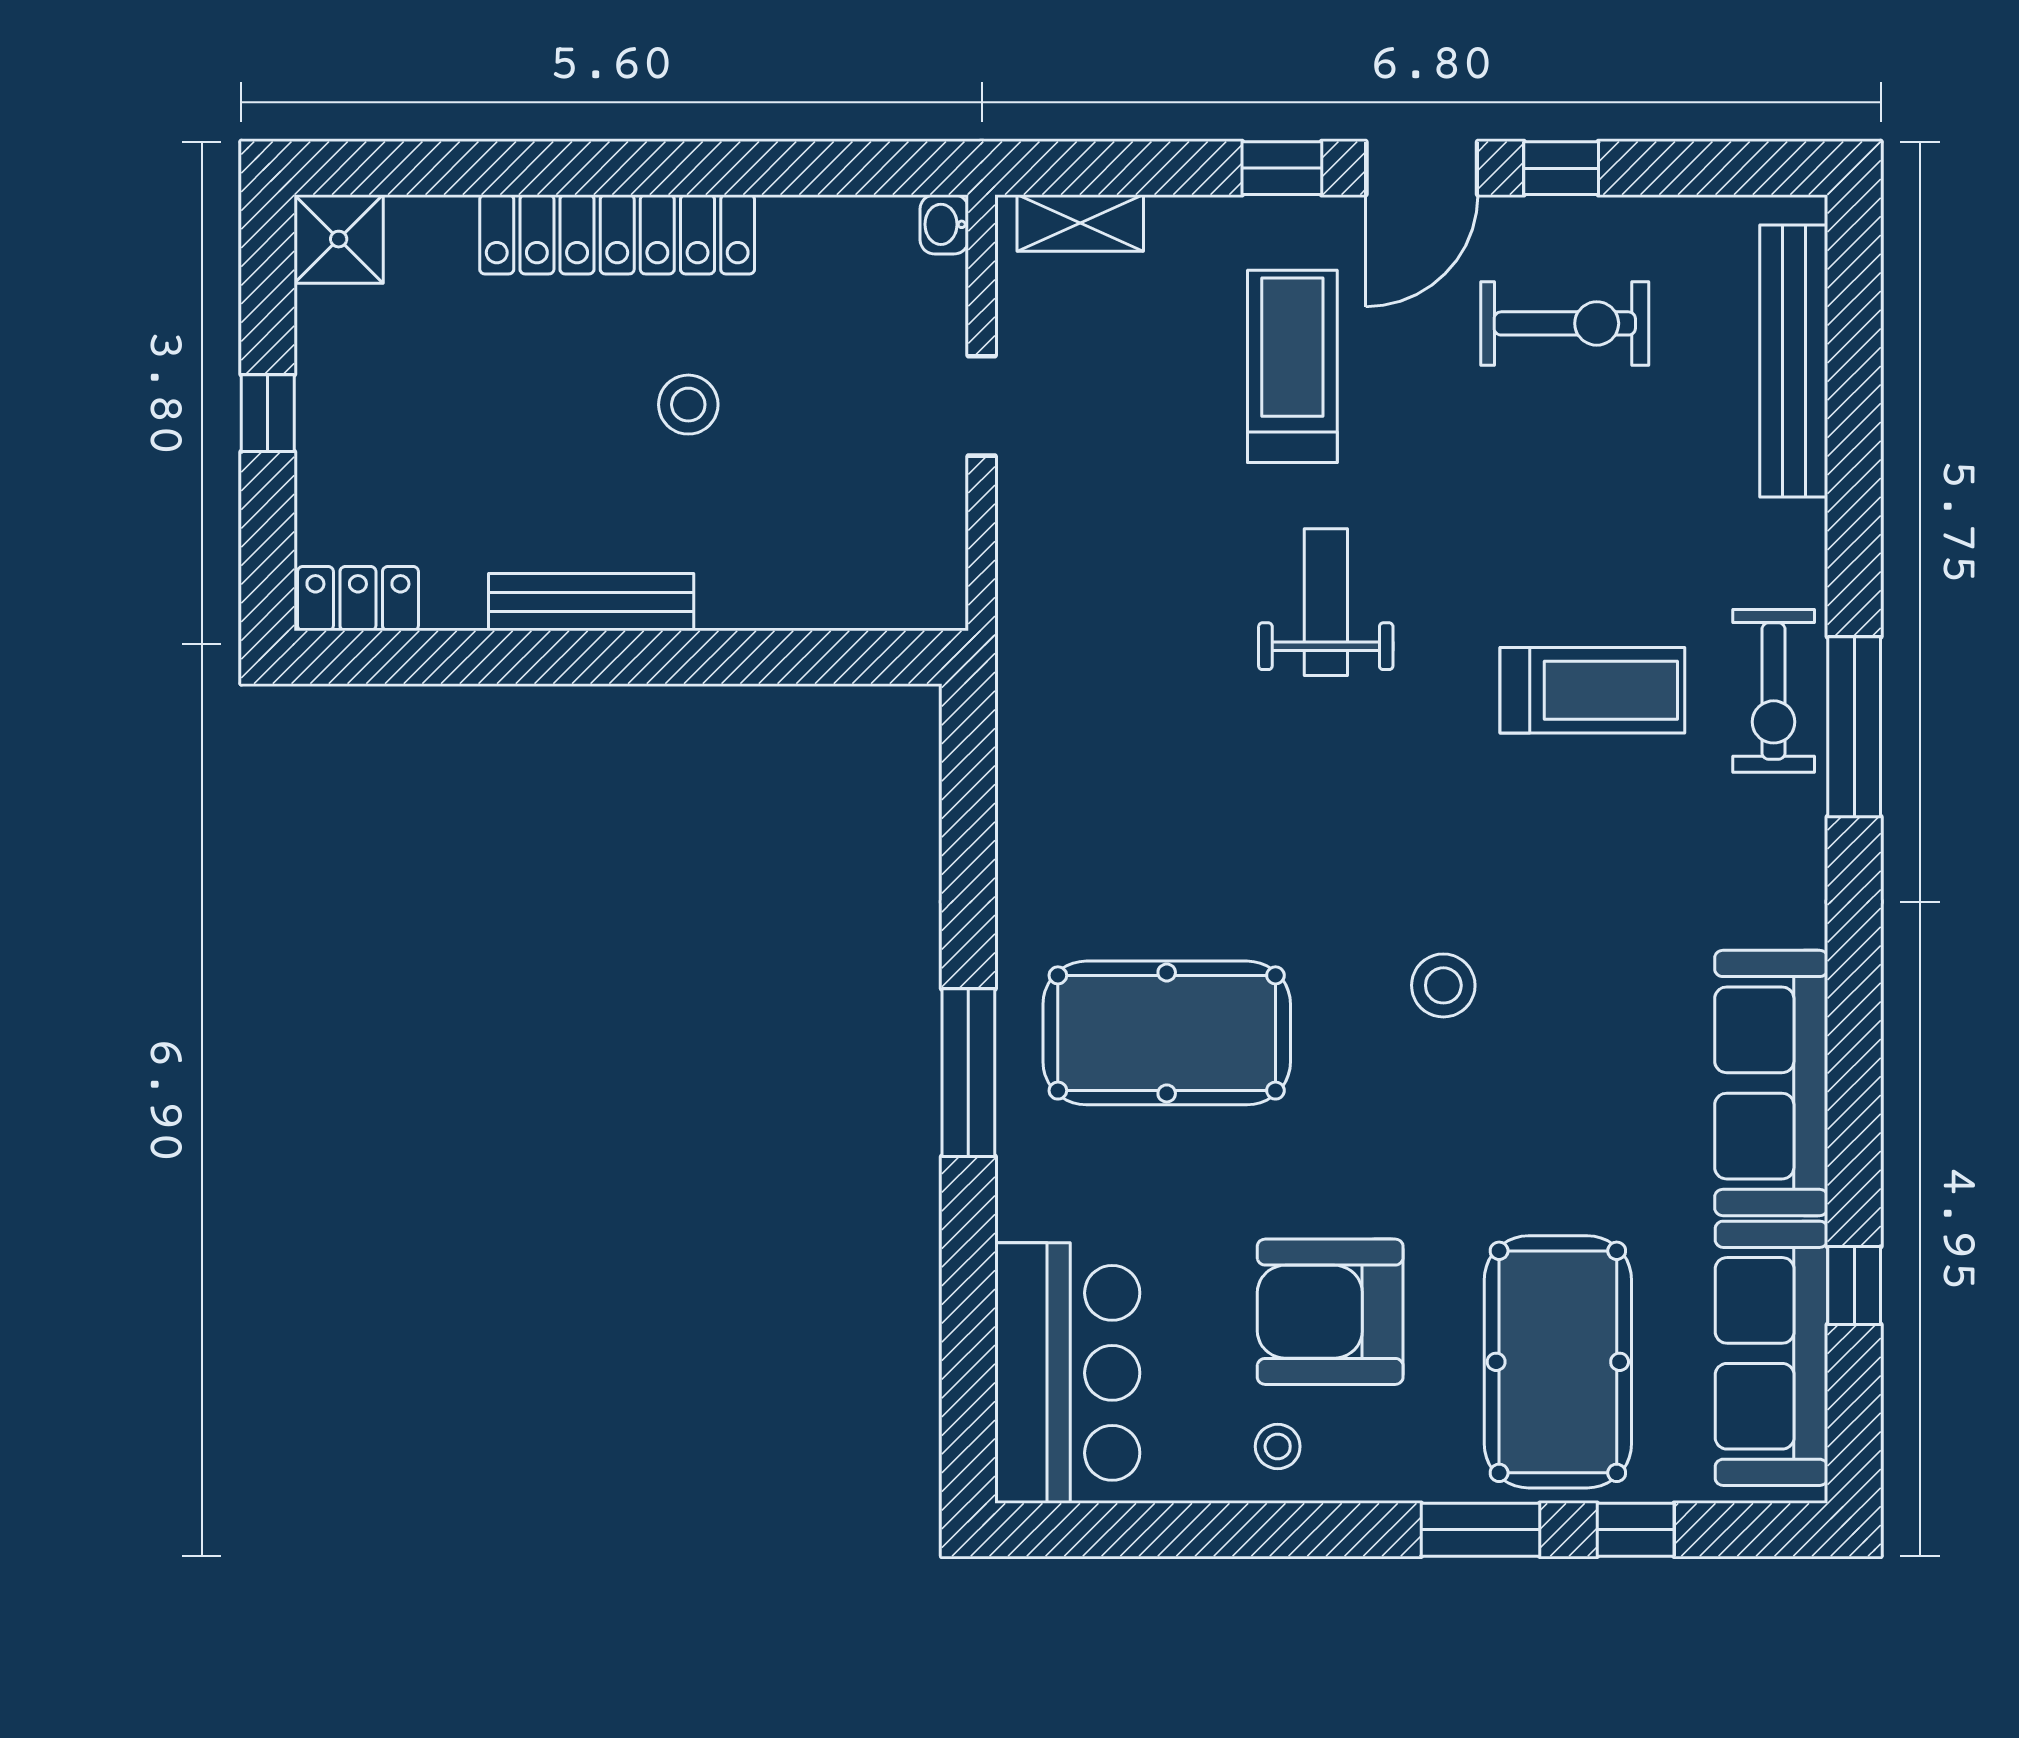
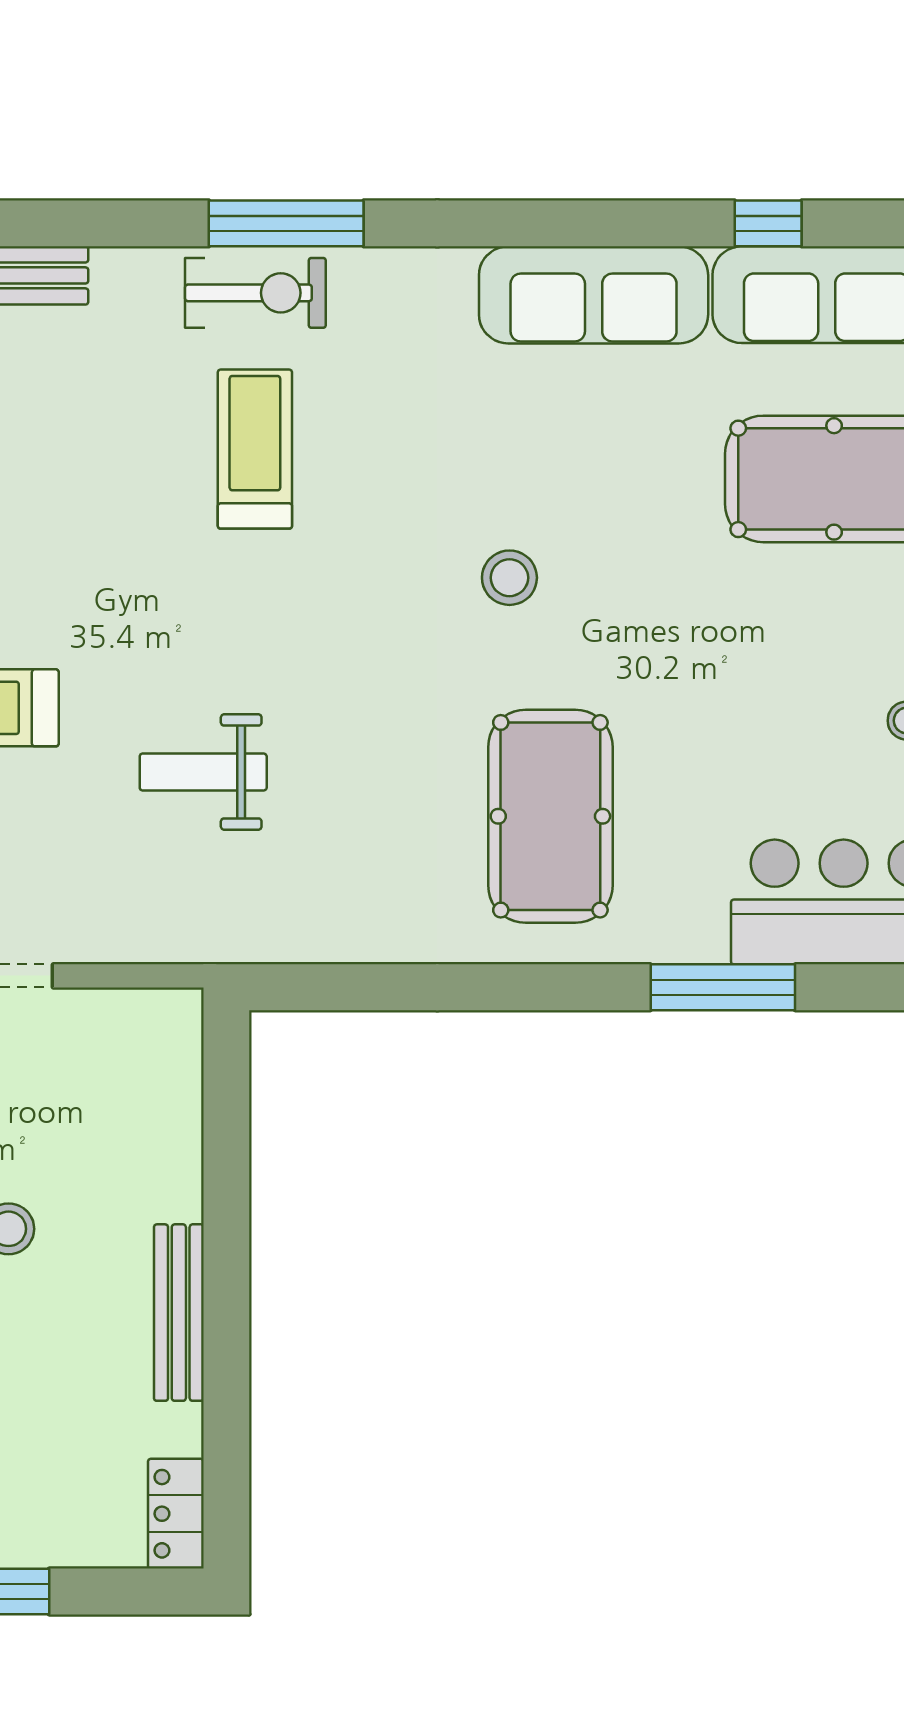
weight bench: (1326, 602) -> (203, 772), moved
window: (968, 1073) -> (723, 987), moved
armchair: (1330, 1312) -> (791, 675), removed

